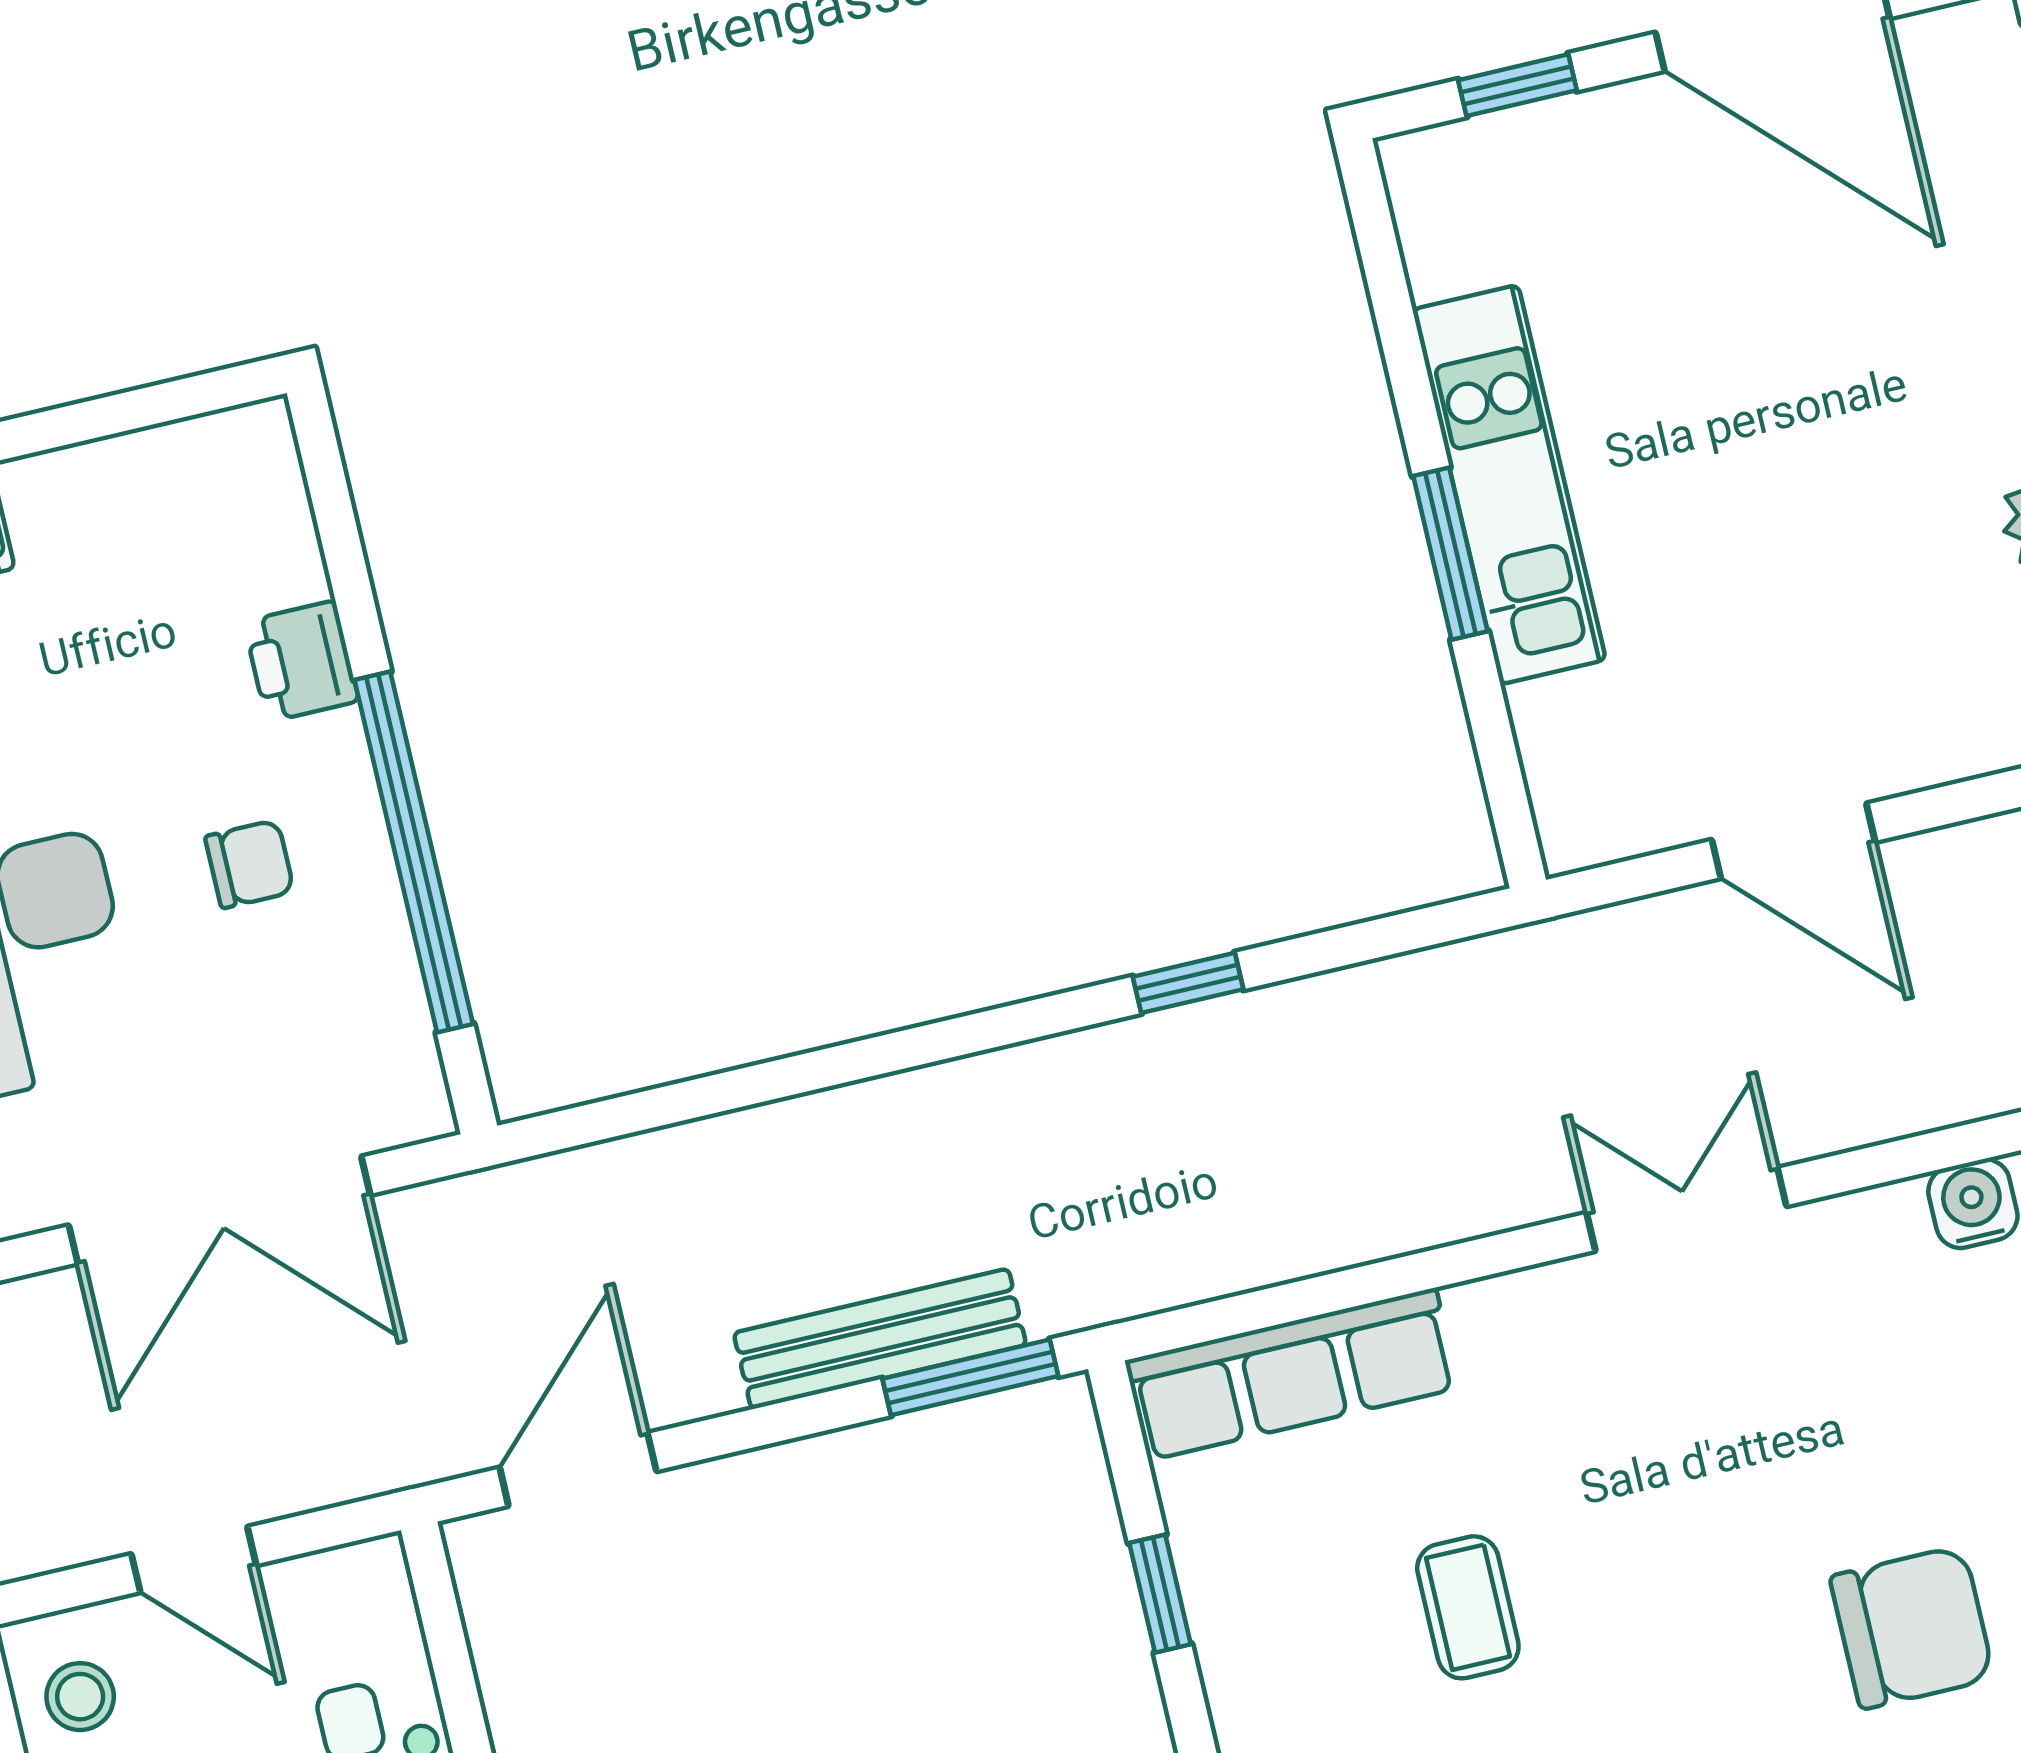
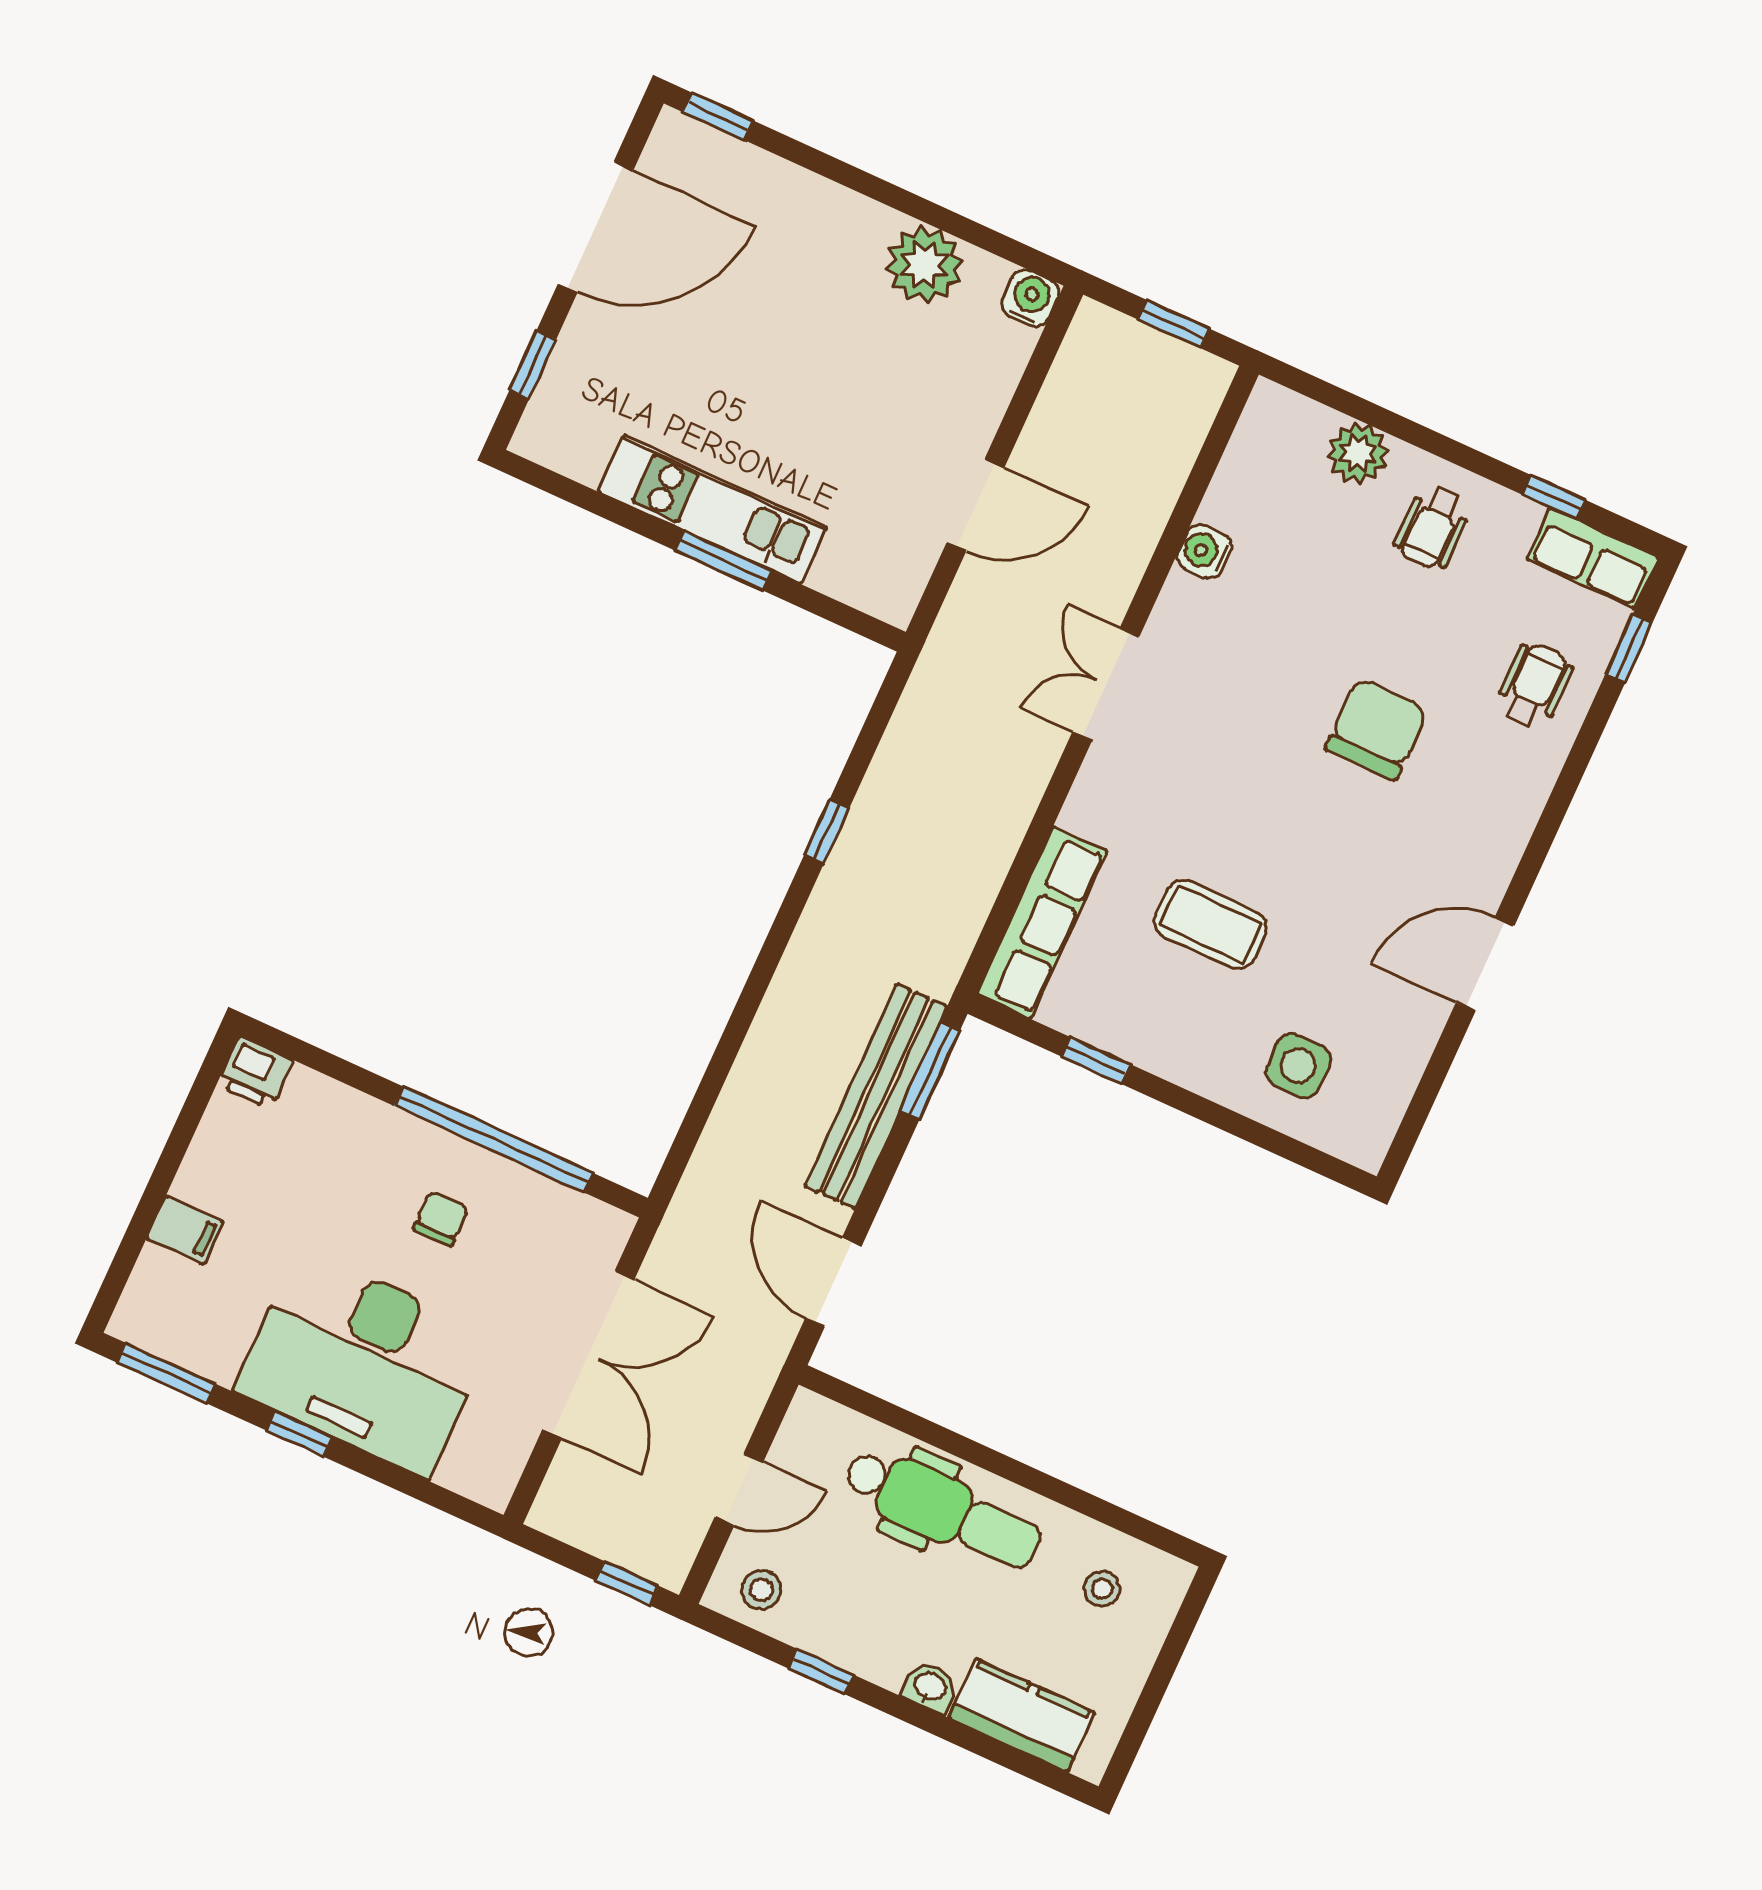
printer: (301, 661) -> (255, 1073), moved
bench: (880, 1339) -> (876, 1096), width x1.37, depth x1.21
coffee table: (1468, 1607) -> (1211, 924), width x1.36, depth x1.30

